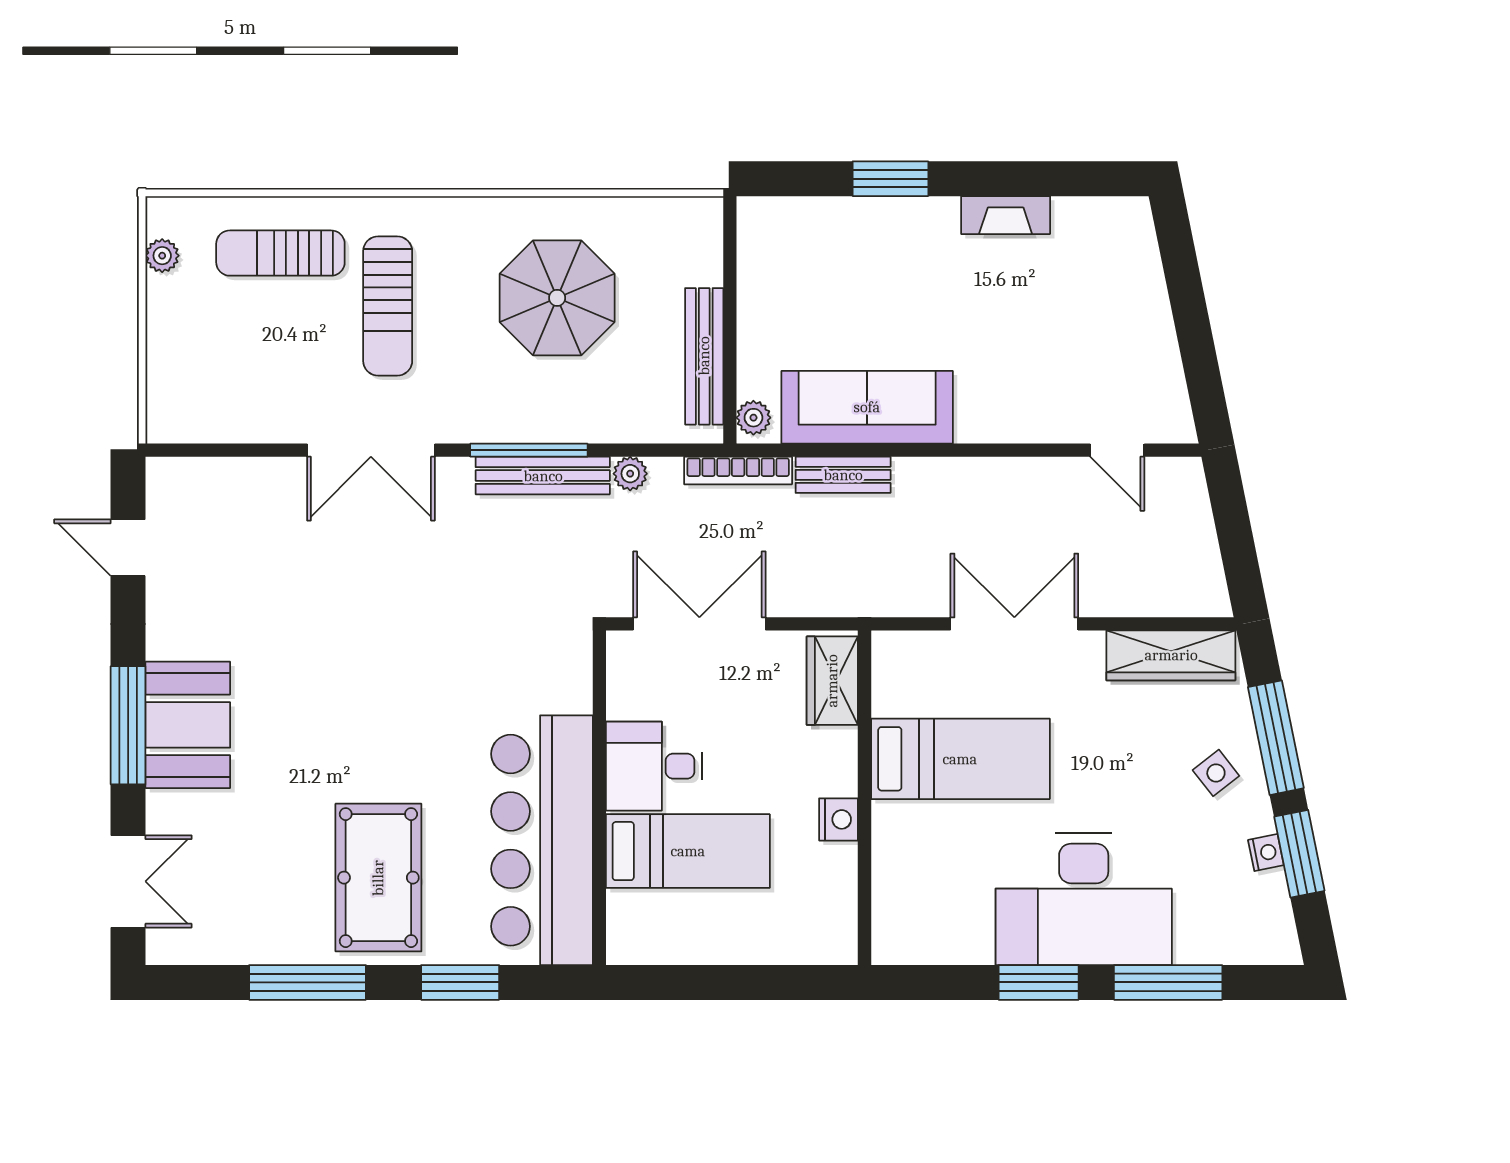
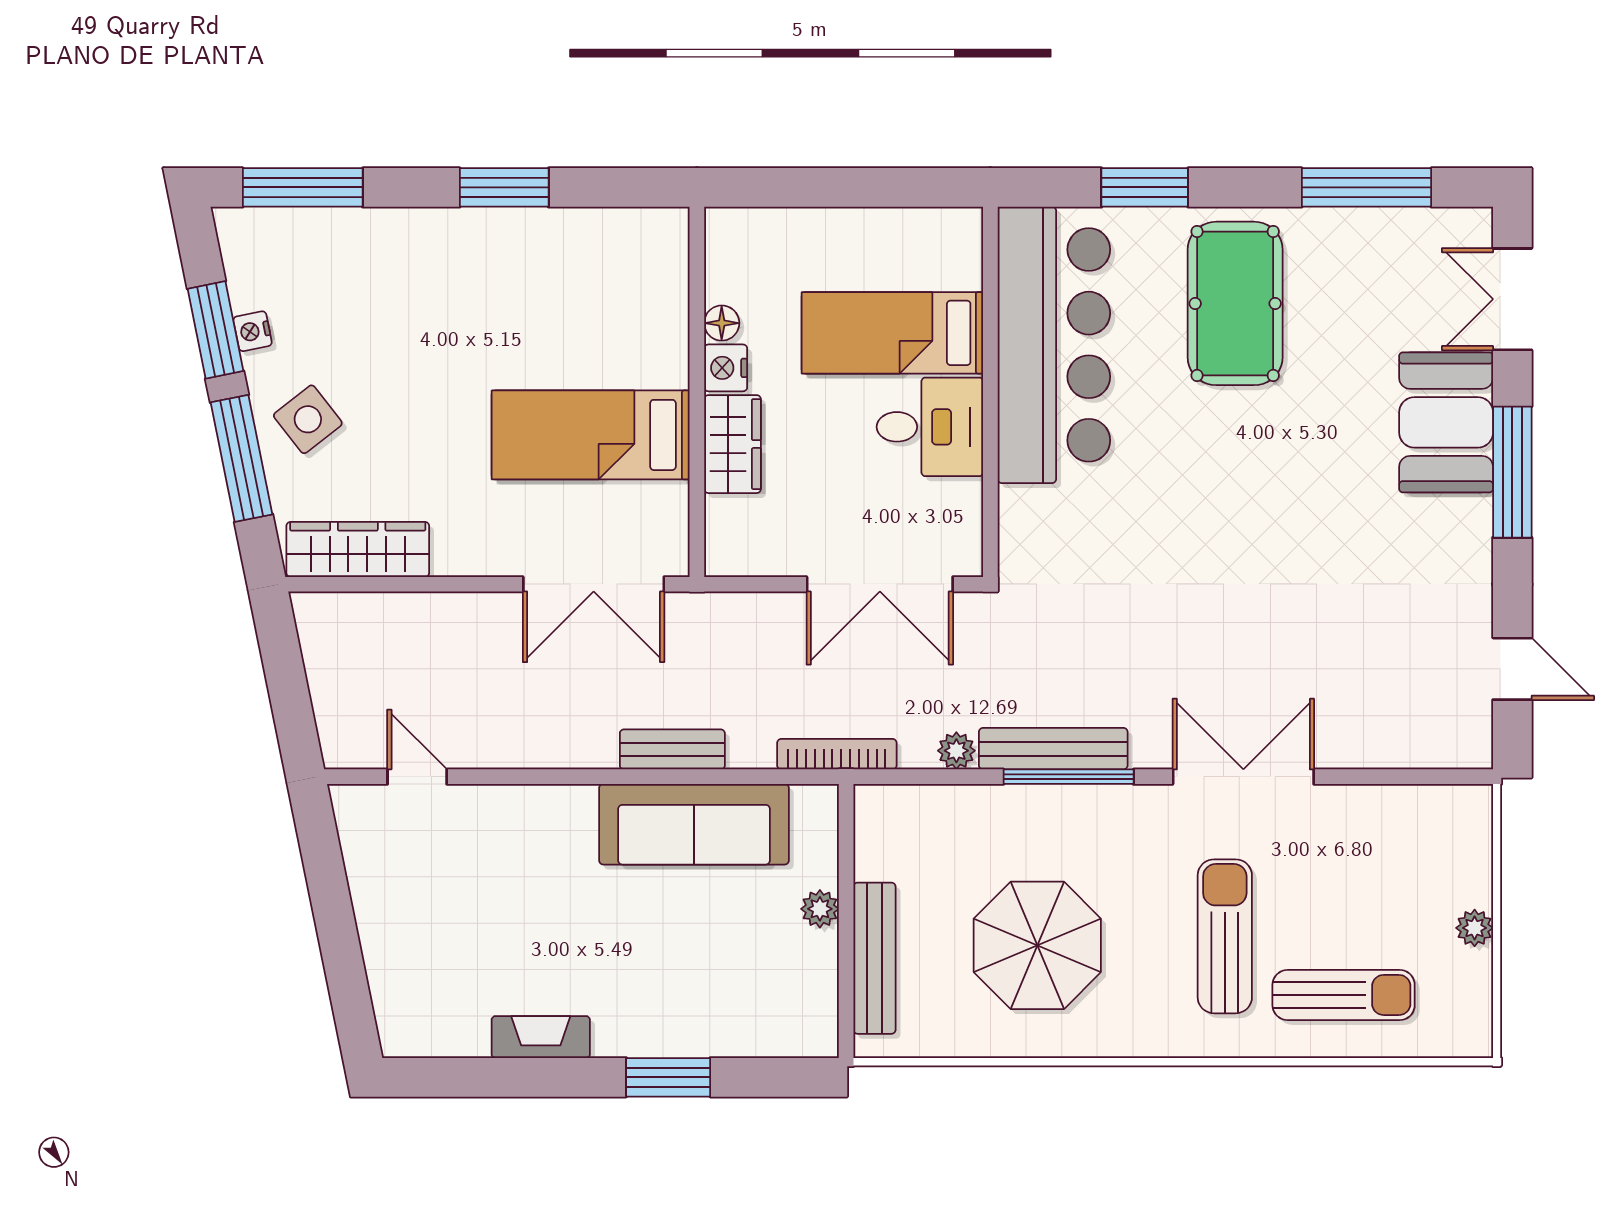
plant: (162, 256) -> (1475, 928), moved
bench: (704, 356) -> (874, 958), moved
plant: (753, 418) -> (820, 909), moved
bench: (843, 475) -> (672, 749), moved
double door: (1014, 624) -> (594, 584), moved
wardrobe: (832, 681) -> (733, 444), moved
booth: (188, 725) -> (1446, 422), moved
side table: (1216, 773) -> (308, 419), width x1.37, depth x1.37
floor lamp: (842, 860) -> (722, 323), added
desk: (1084, 899) -> (454, 280), removed
window: (308, 982) -> (1367, 187), moved
window: (1168, 982) -> (303, 187), moved

